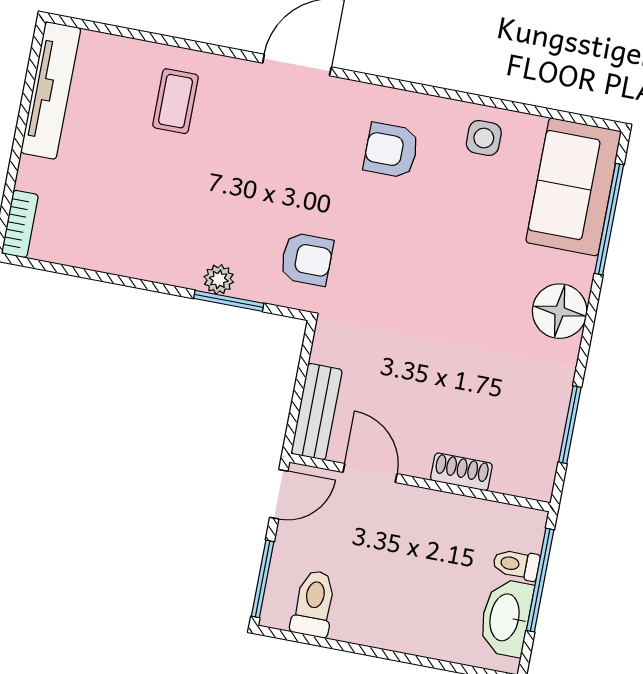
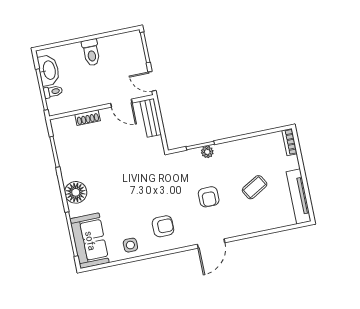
coffee table: (175, 101) -> (255, 187), moved, turned 60
armchair: (307, 259) -> (209, 197), moved, turned -90
door: (279, 494) -> (152, 81), hinge flipped
toilet: (314, 604) -> (91, 52), moved

